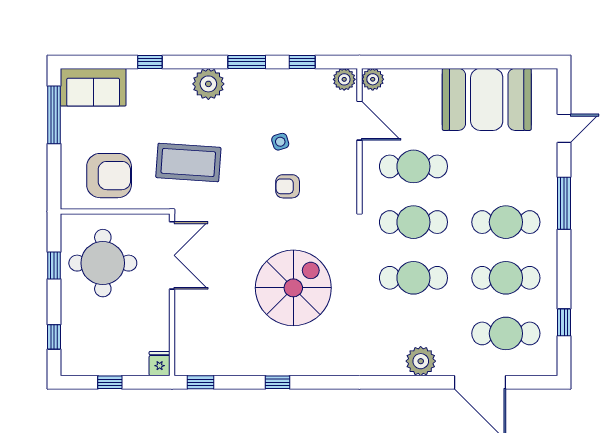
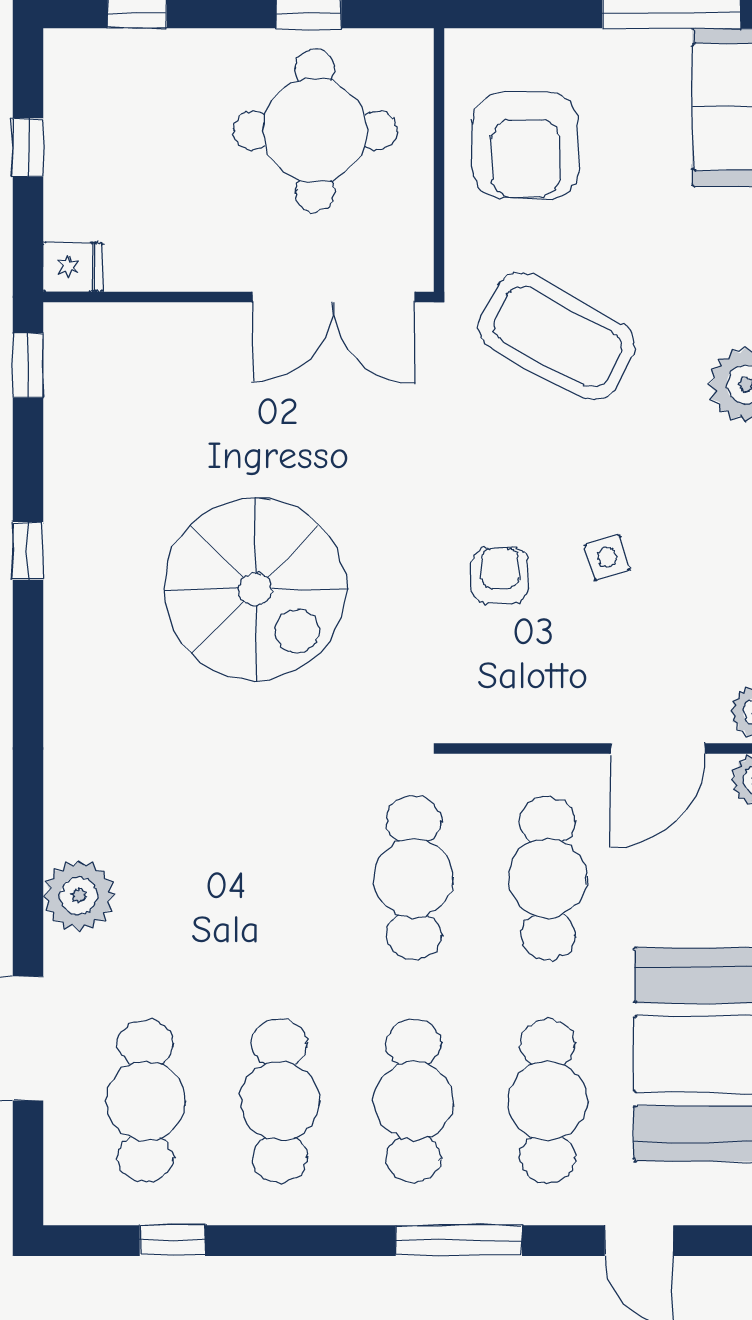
coffee table: (188, 162) -> (557, 336), turned -66
cafe table: (413, 278) -> (548, 1101), moved

